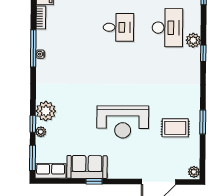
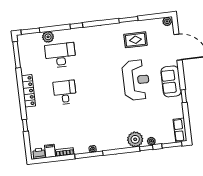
plant: (193, 40) -> (48, 37), moved
rug: (175, 128) -> (136, 40), turned 90
sofa: (87, 167) -> (171, 81), moved

